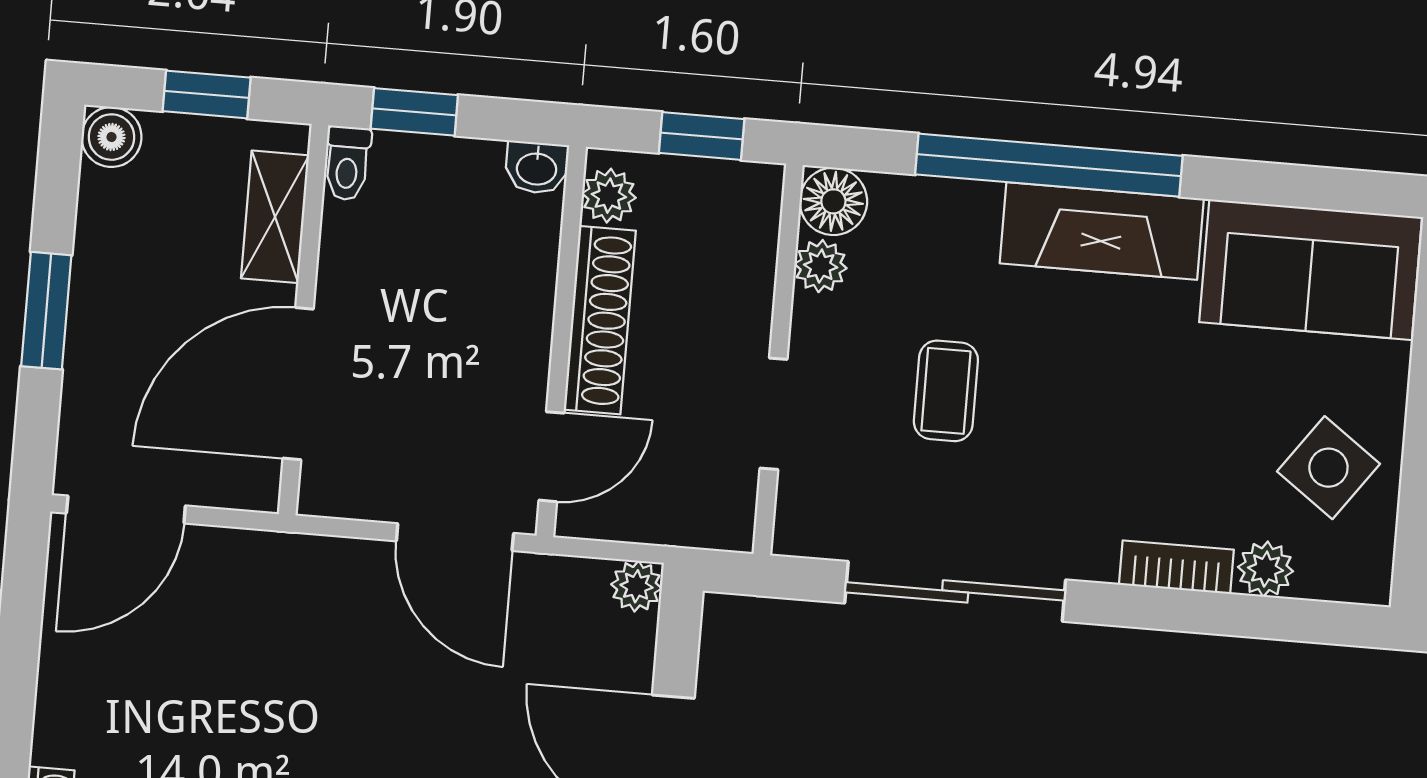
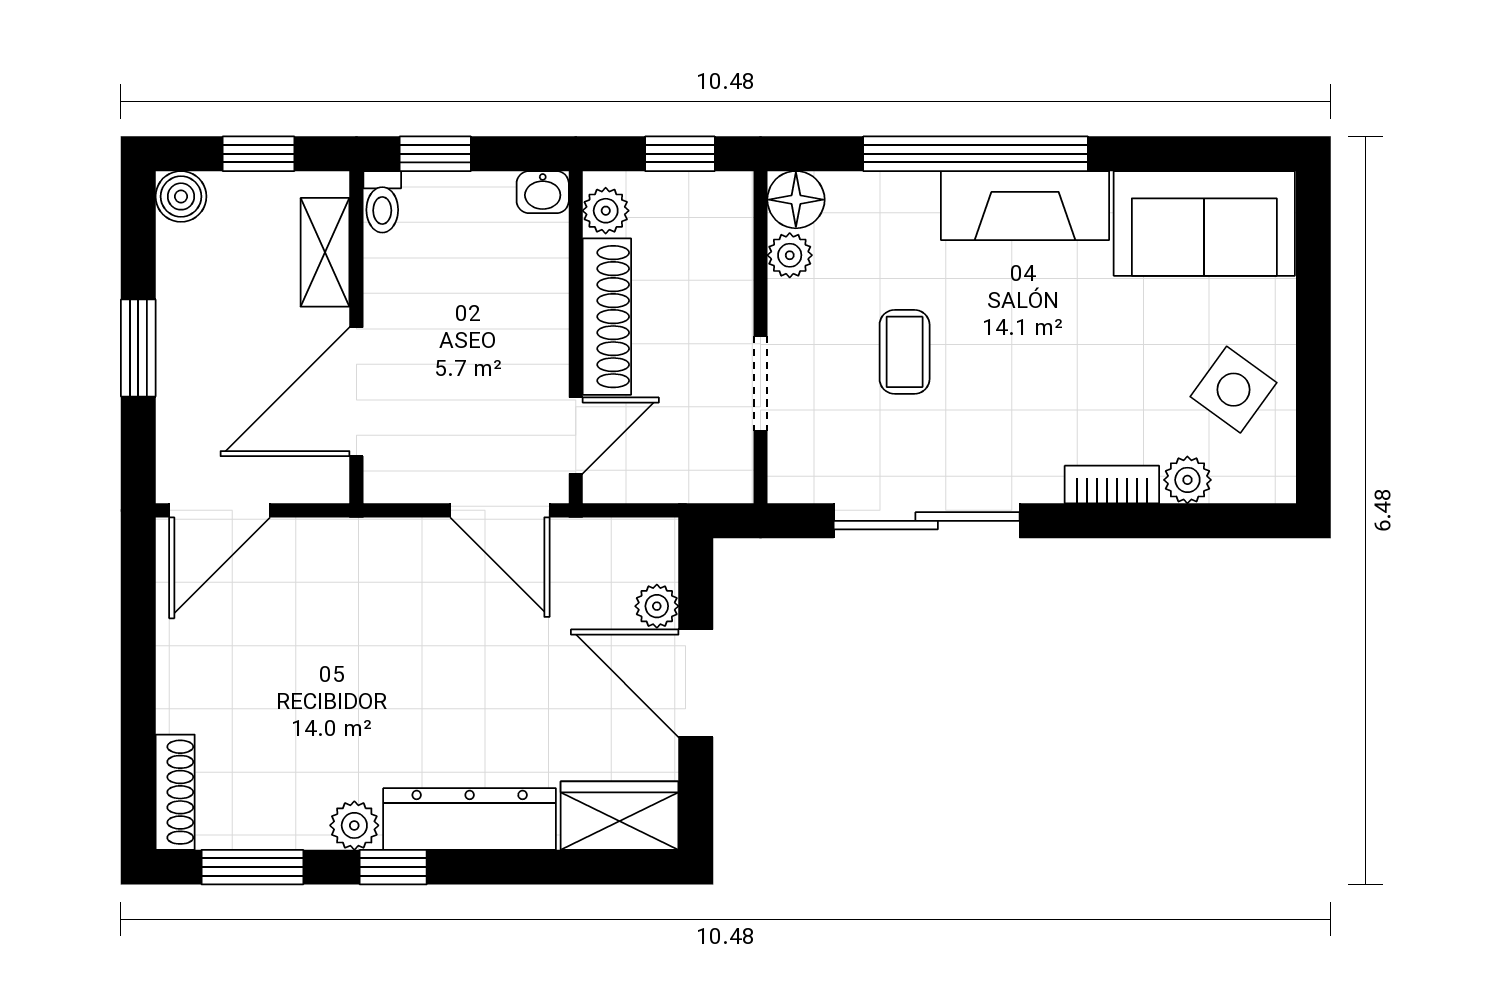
plant: (636, 586) -> (657, 606), moved

